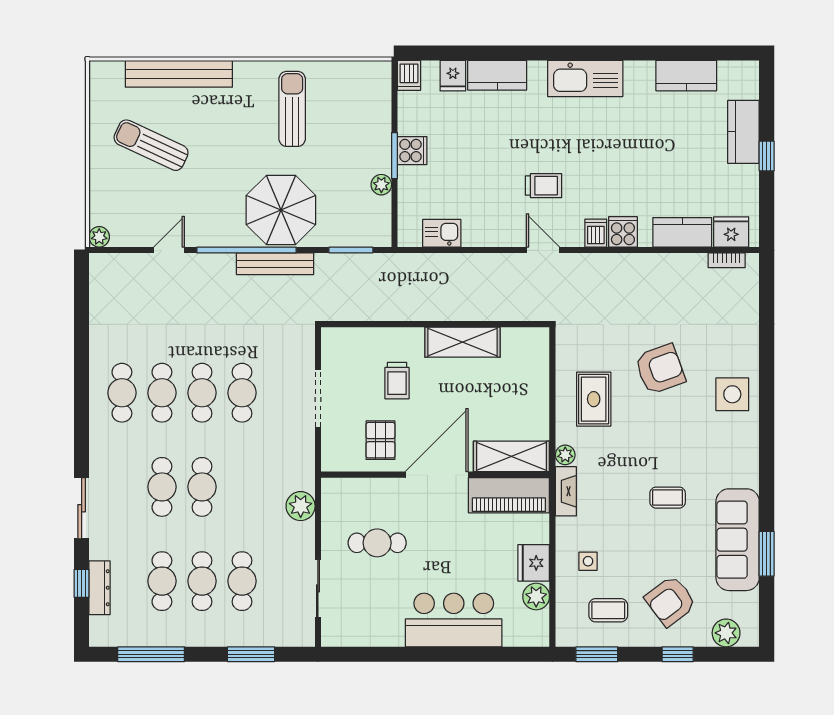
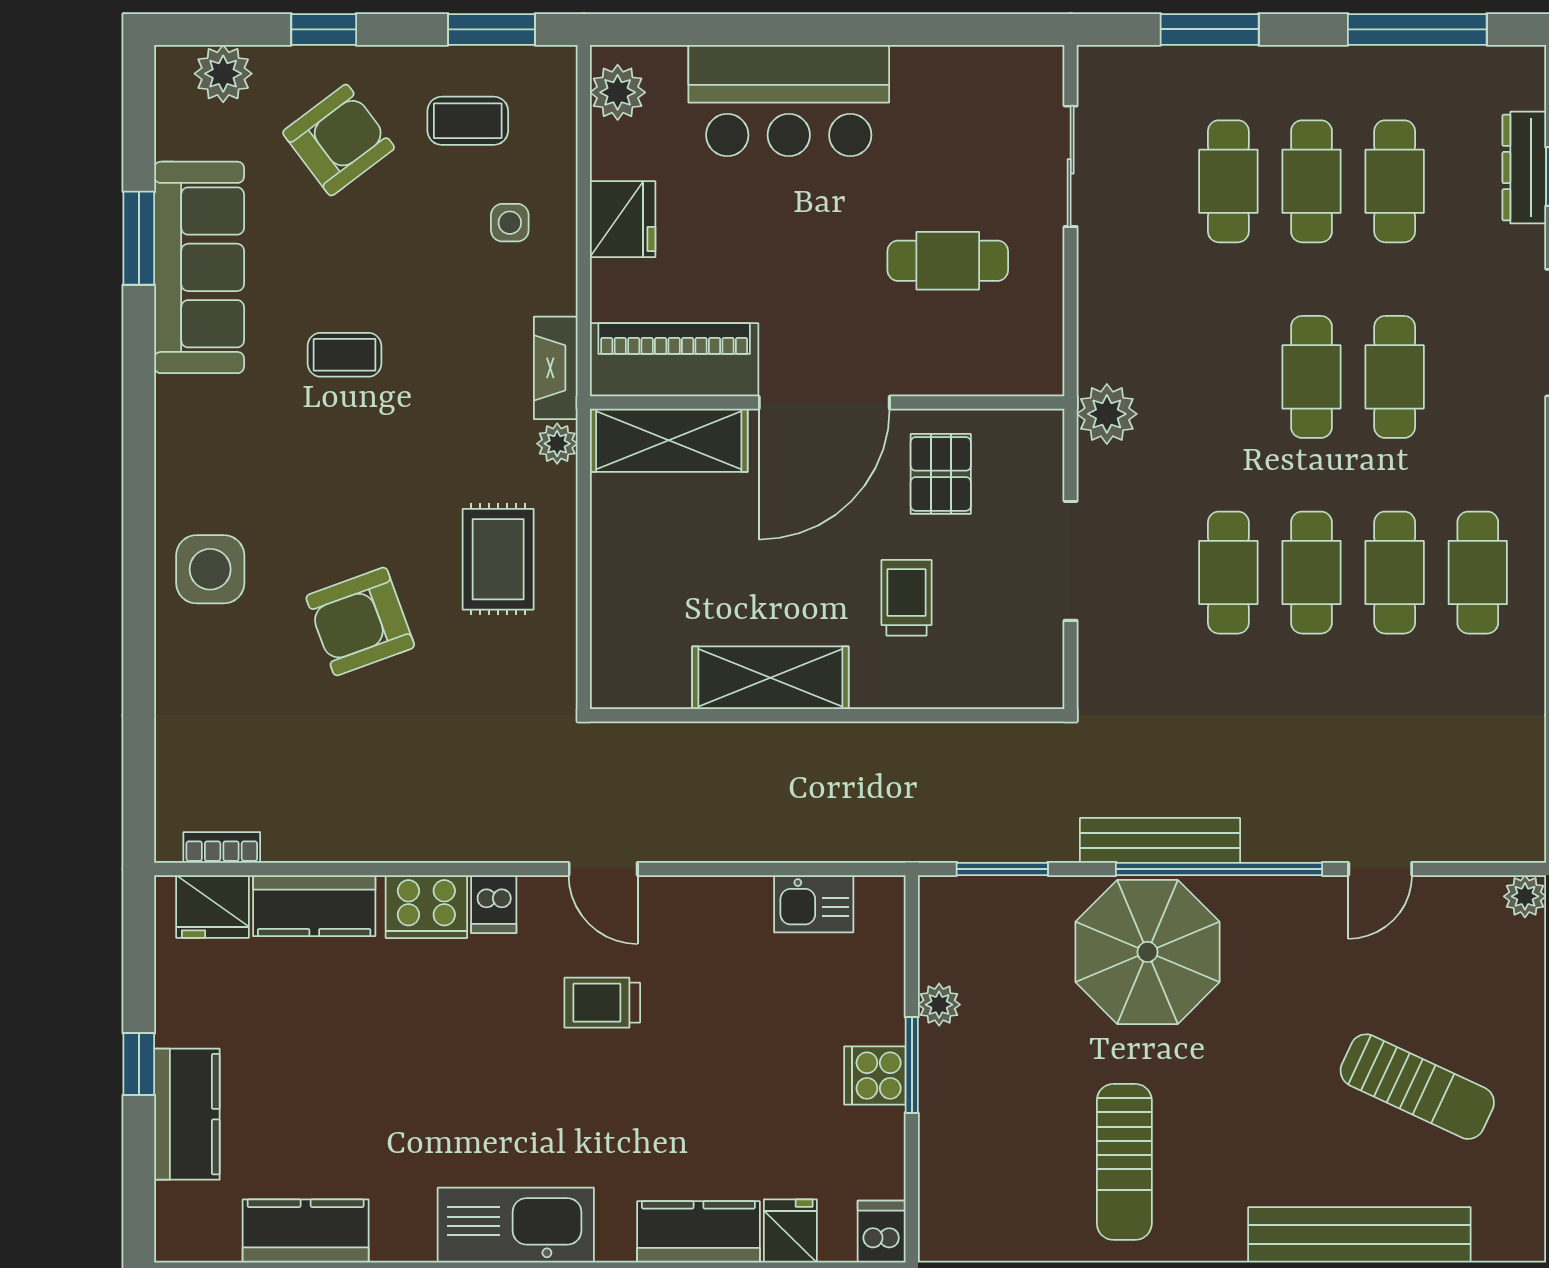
cooker: (623, 232) -> (426, 907), width x1.36
plant: (301, 506) -> (1107, 414), moved
plant: (536, 596) -> (618, 92), moved

